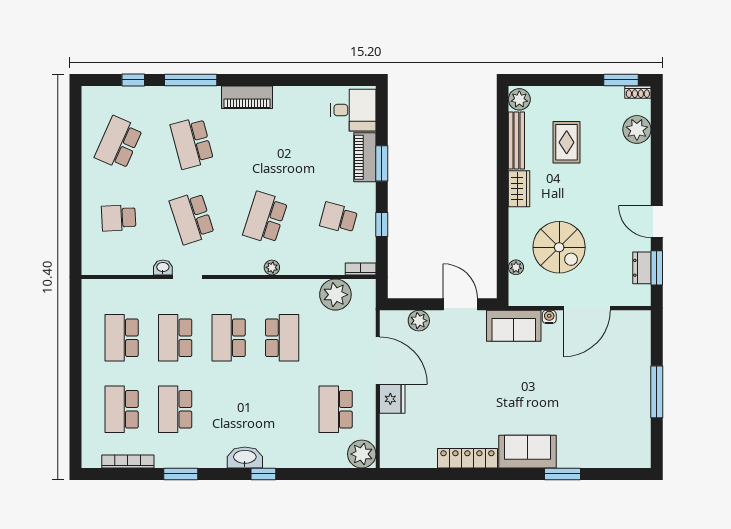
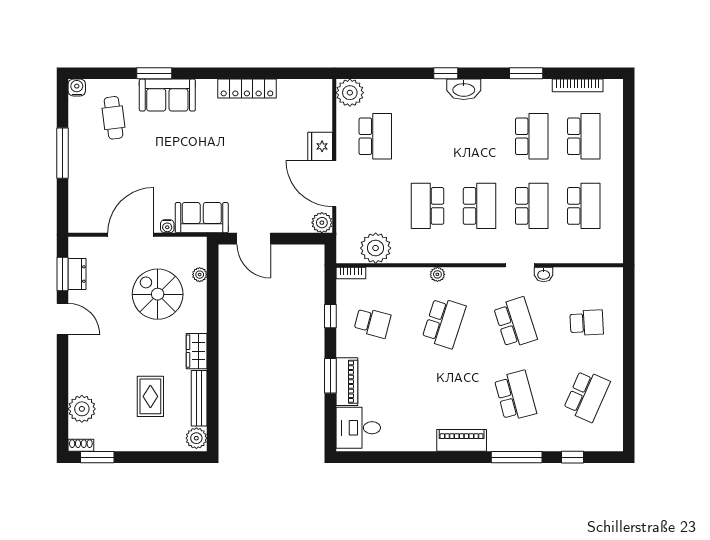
plant: (419, 321) -> (322, 223), moved
cafe table: (604, 428) -> (114, 118), added
sofa: (527, 452) -> (167, 95), moved
water cooler: (642, 459) -> (77, 87), added

